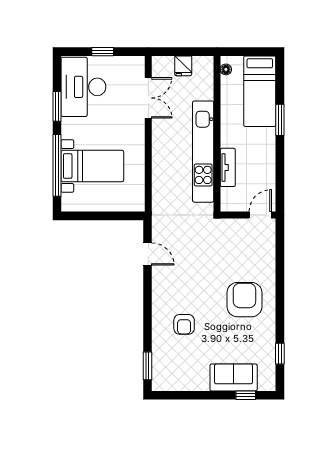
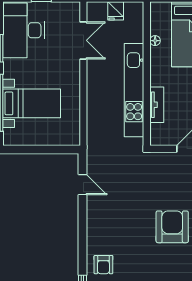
floor lamp: (226, 69) -> (155, 41), moved
armchair: (184, 324) -> (103, 265), moved

